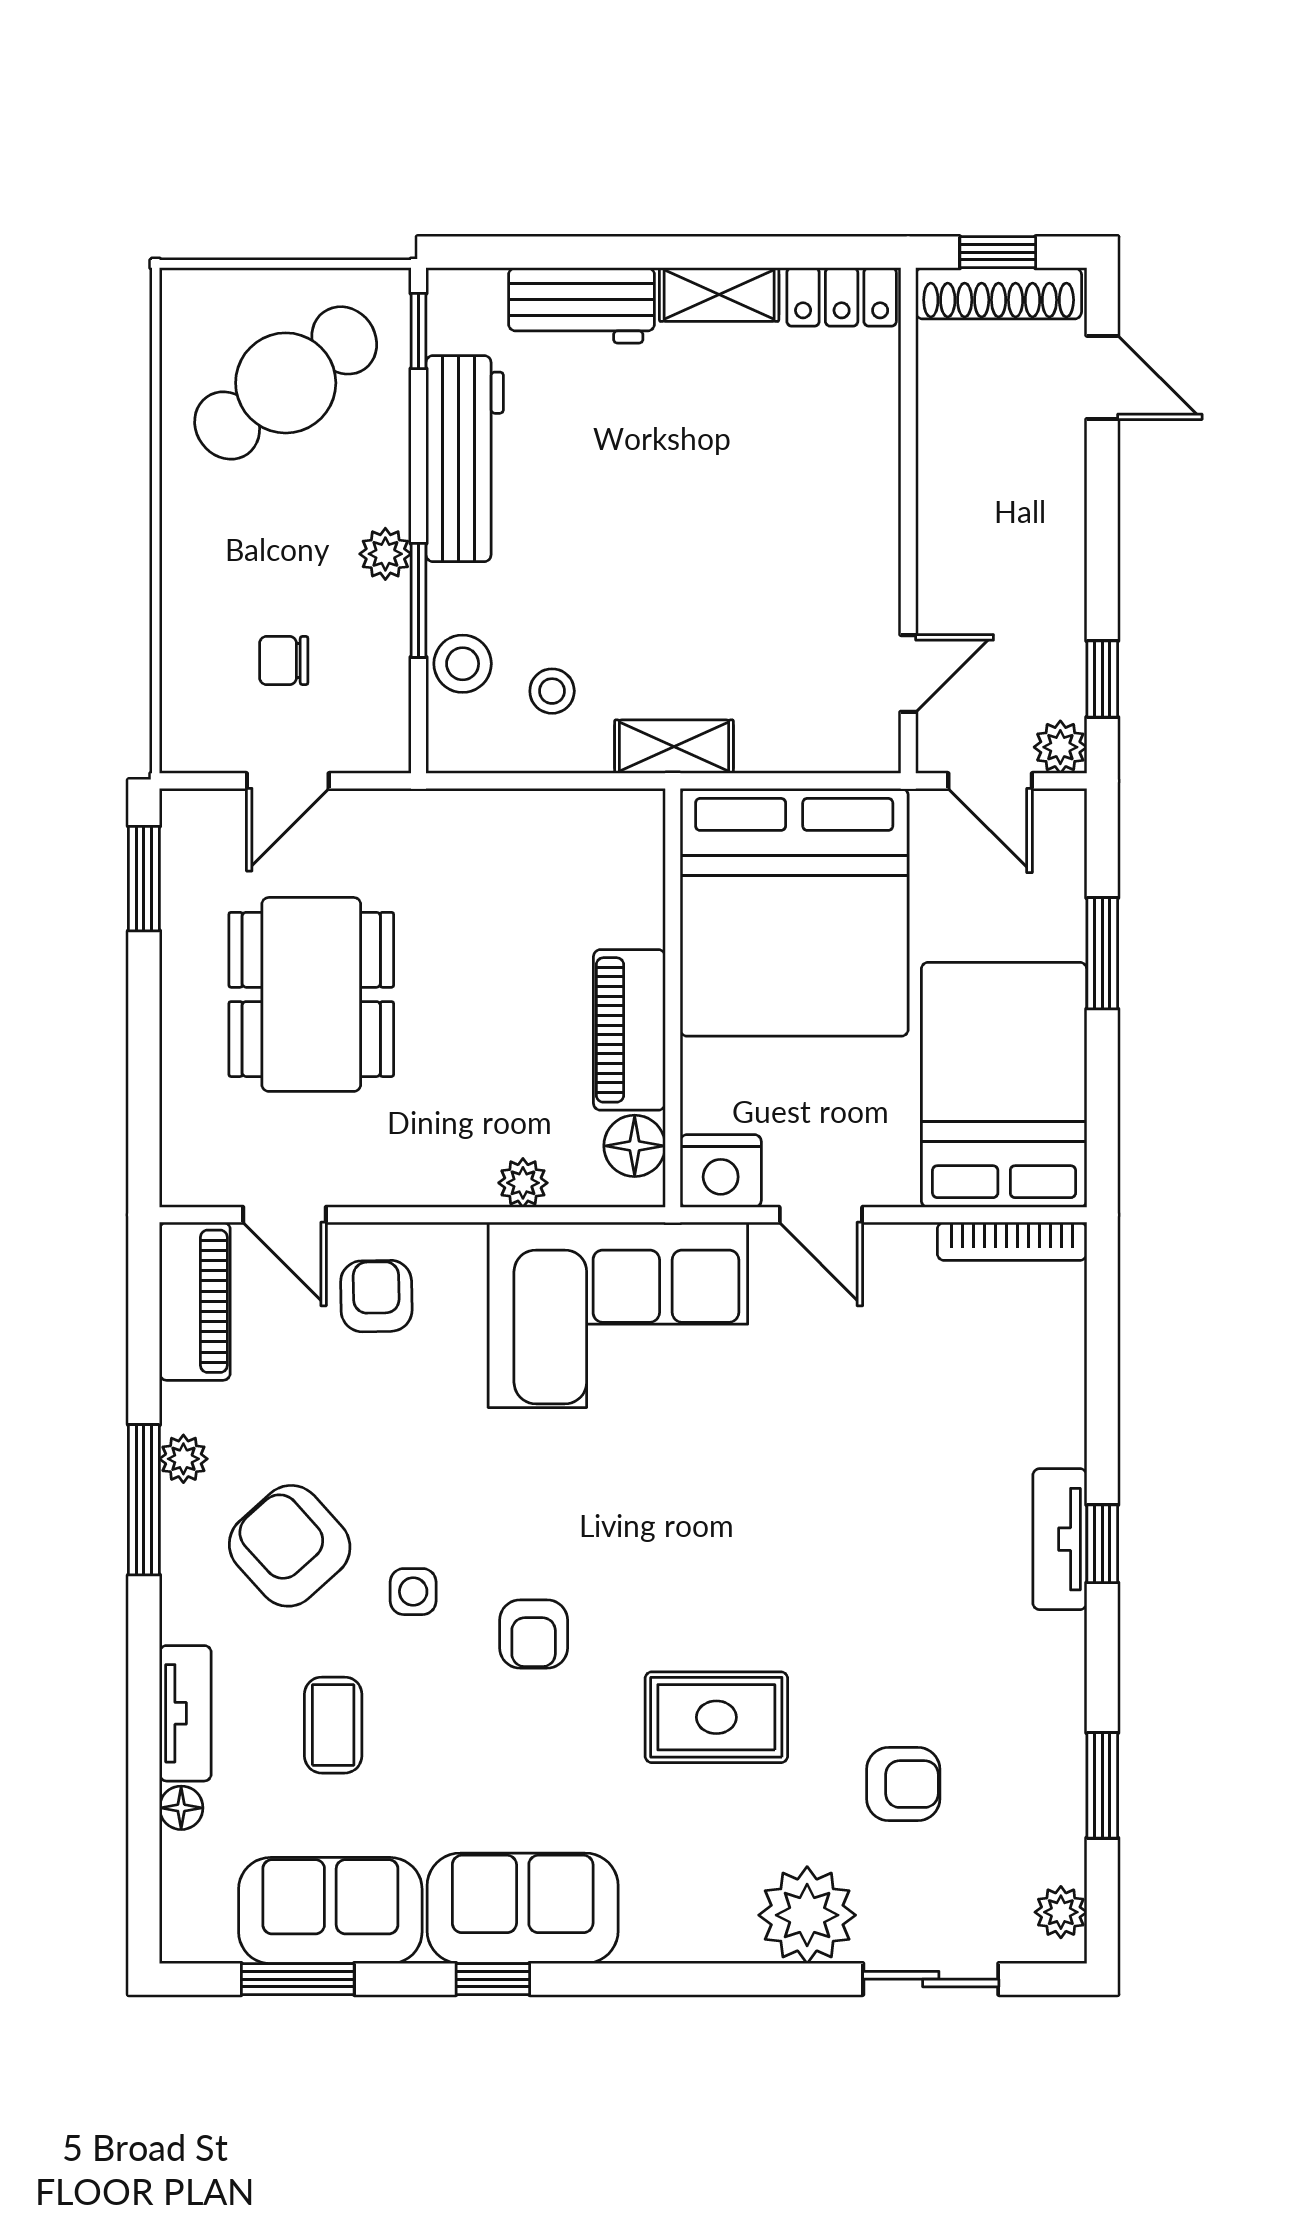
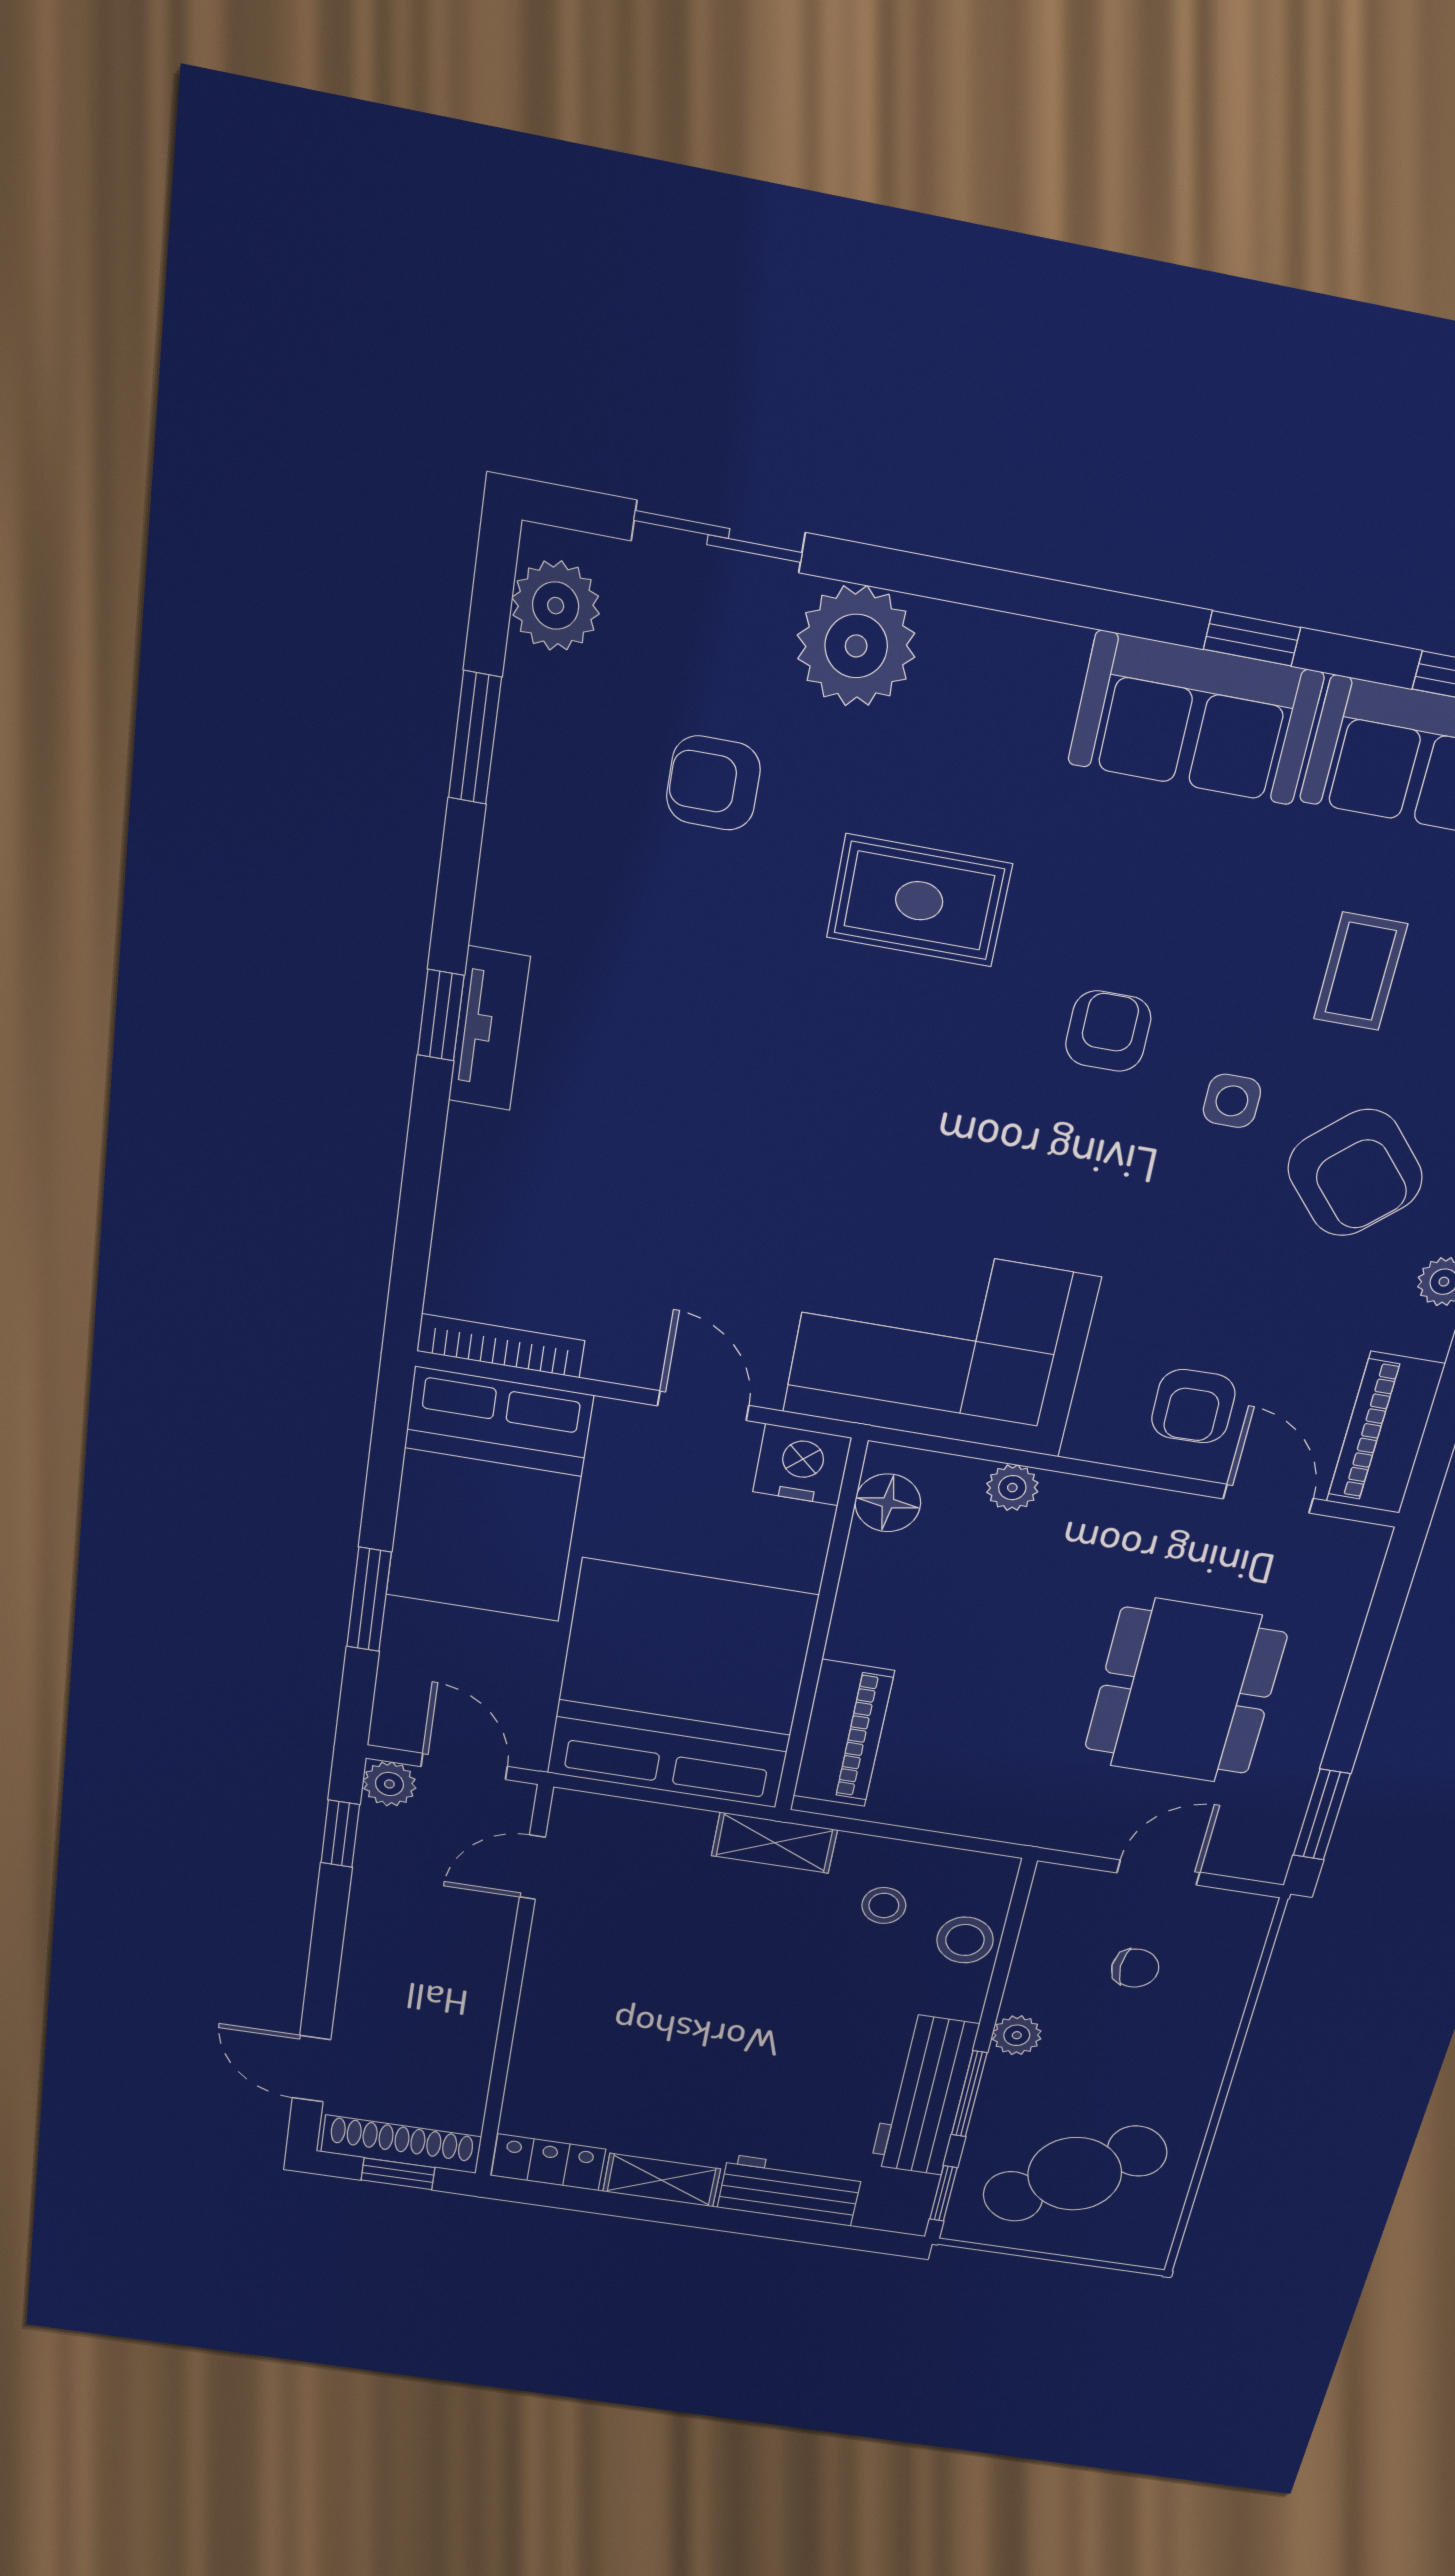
window: (419, 600) -> (969, 2094), moved
piano: (629, 1030) -> (843, 1734), moved
plant: (1061, 1912) -> (556, 606), width x1.38, depth x1.38

